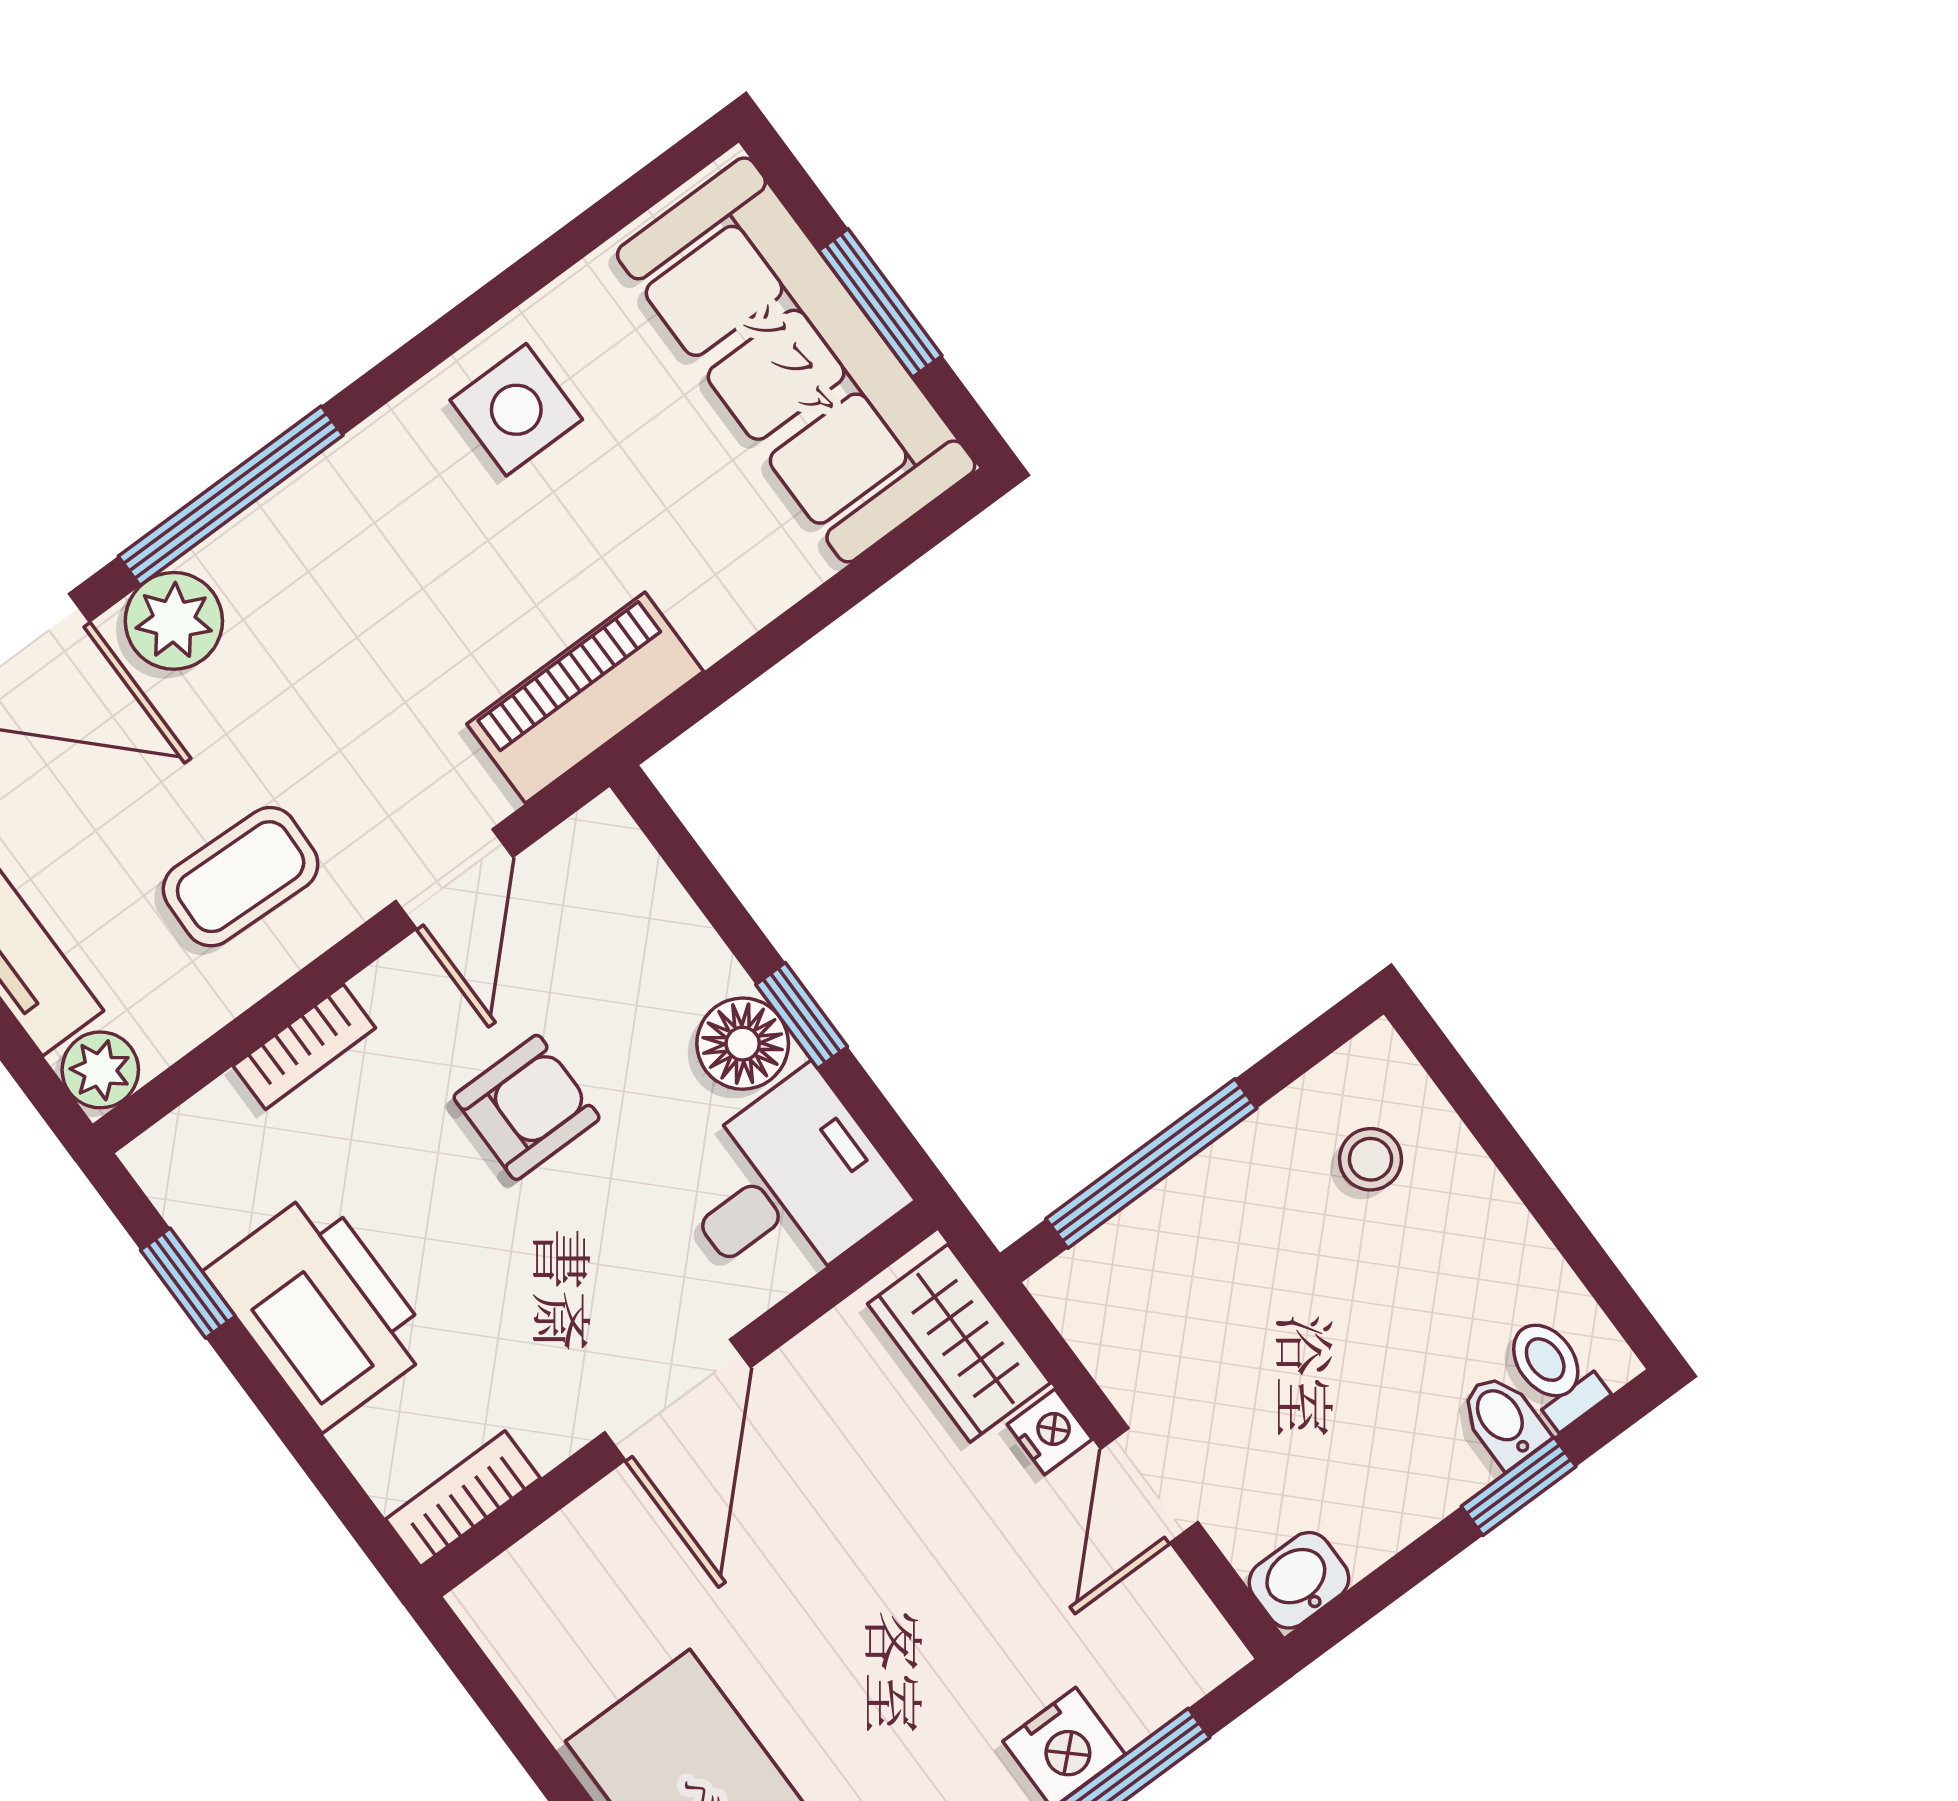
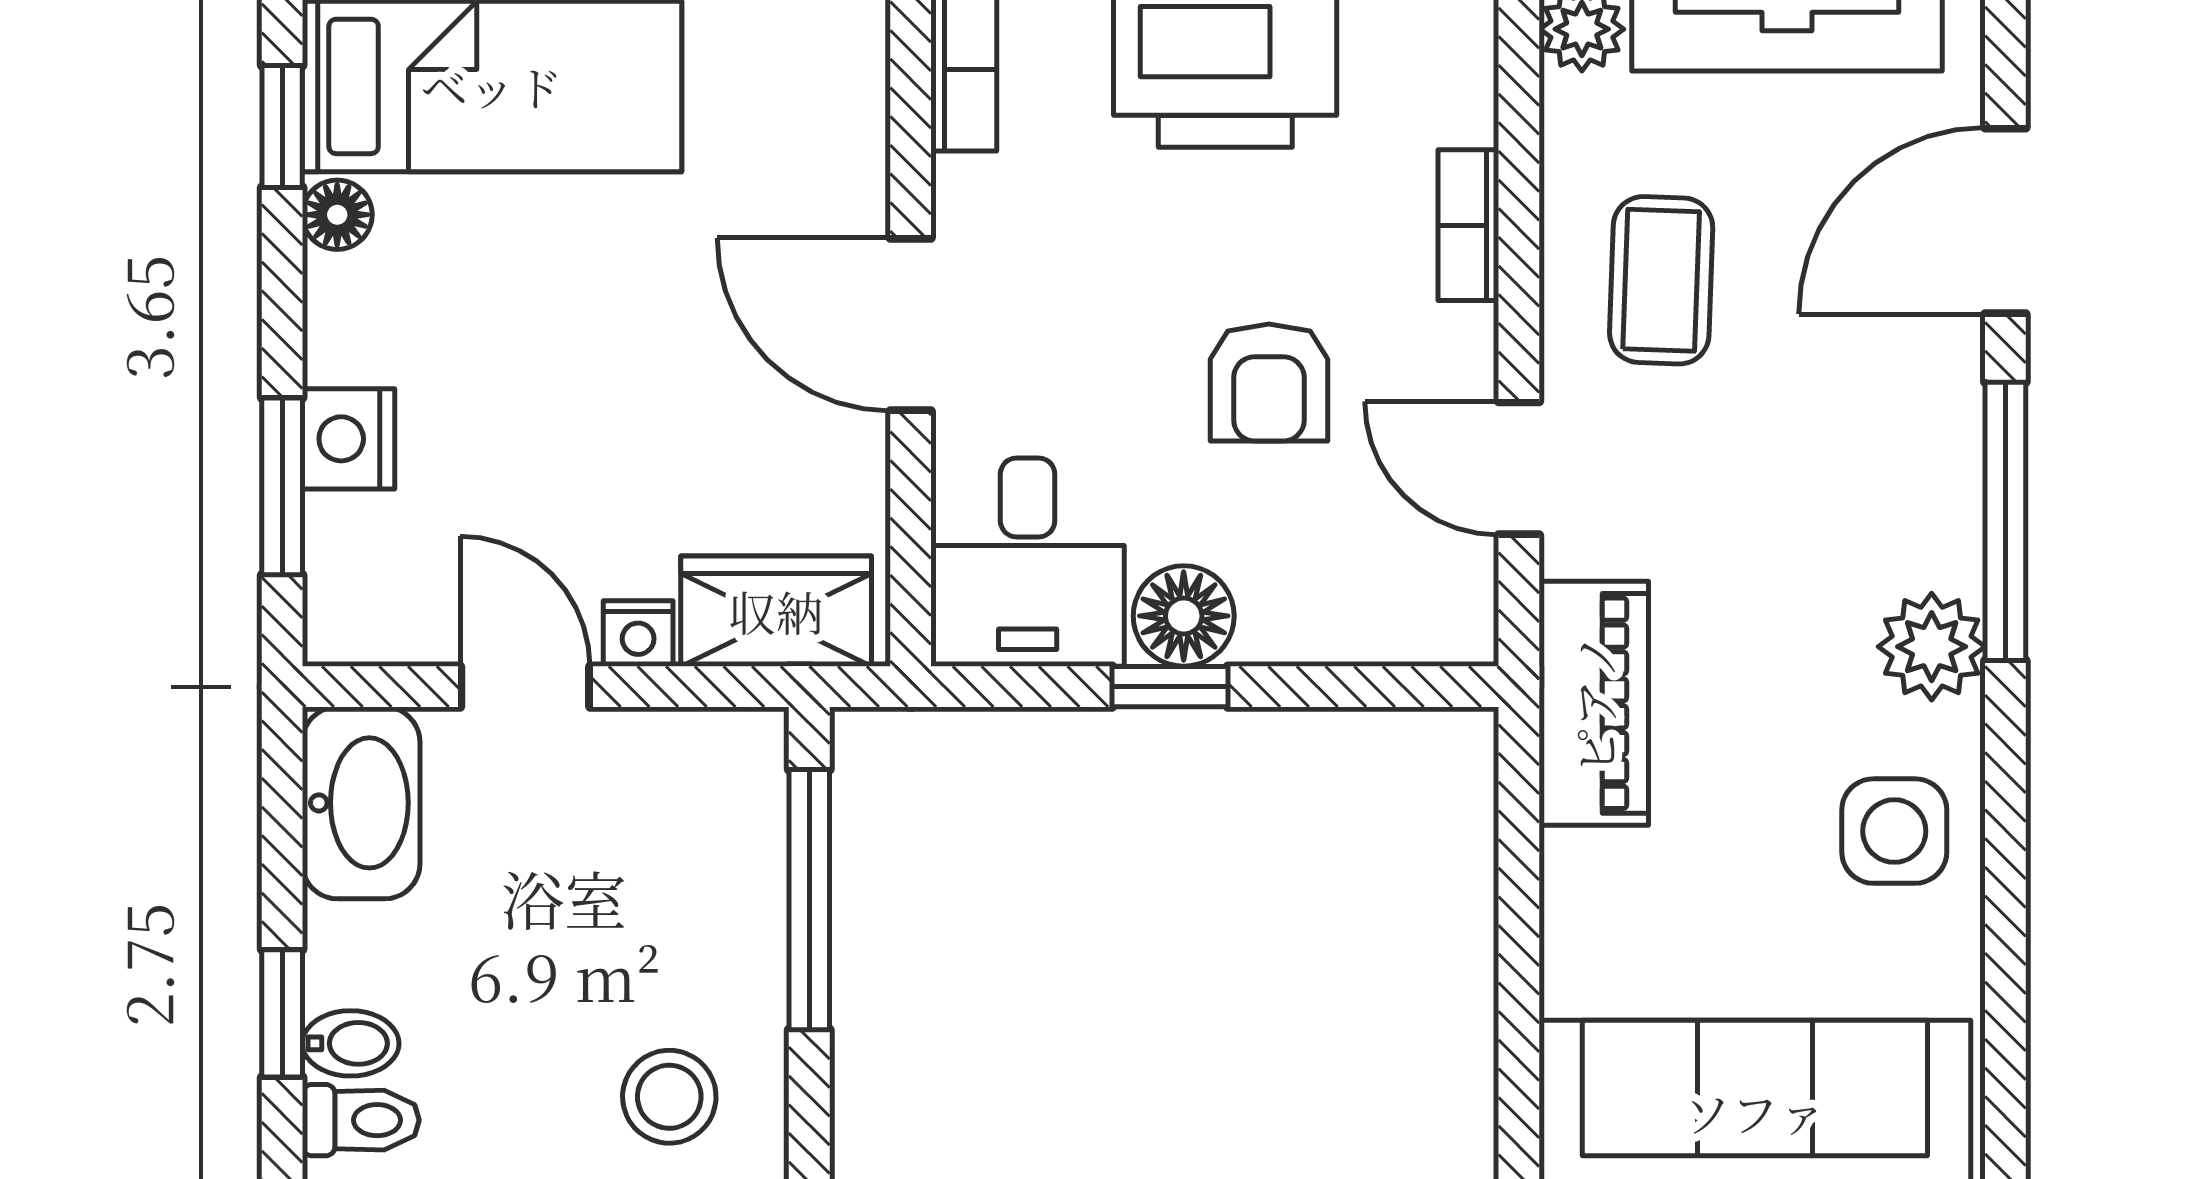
plant: (174, 621) -> (1932, 647), moved
stool: (1371, 1159) -> (669, 1097), width x1.37, depth x1.37
washbasin: (1299, 1580) -> (361, 803), width x1.91, depth x1.45

